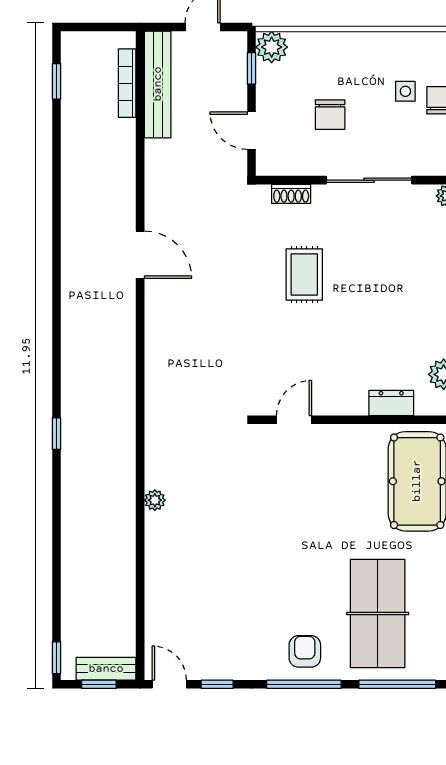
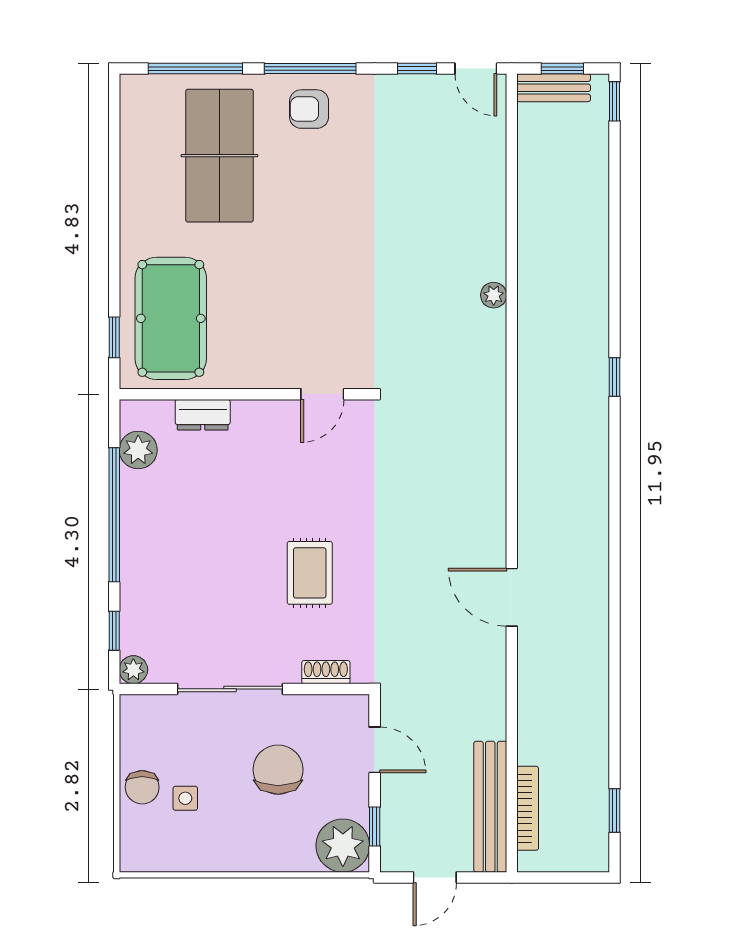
plant: (272, 47) -> (343, 846), width x1.36, depth x1.36
chair: (330, 115) -> (278, 770), width x1.37, depth x1.37
armchair: (305, 651) -> (309, 109), turned 90

